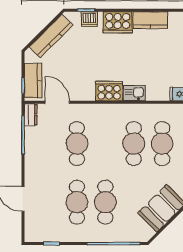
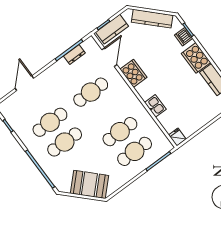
cooker: (109, 91) -> (133, 73), moved
dresser: (31, 115) -> (74, 54), moved

